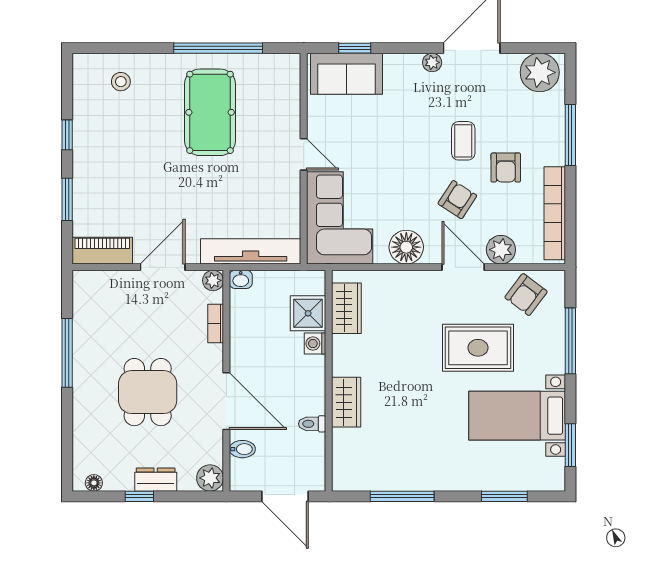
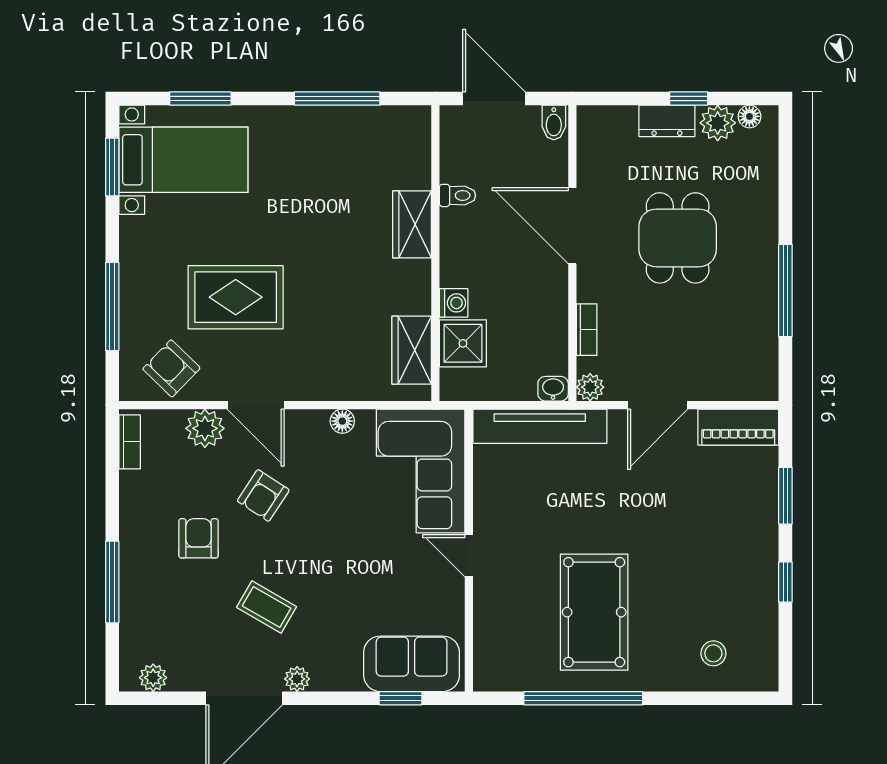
plant: (540, 72) -> (153, 678), width x0.53, depth x0.53
coffee table: (463, 141) -> (267, 607), moved, turned -60
bookcase: (555, 213) -> (130, 442), width x0.43, depth x0.76
floor lamp: (406, 247) -> (342, 421), width x0.53, depth x0.53
armchair: (526, 295) -> (171, 368), turned -83
bed with nightstands: (517, 416) -> (183, 160), moved
bidet: (242, 449) -> (554, 123), moved, turned -90
plant: (210, 478) -> (718, 123), moved

